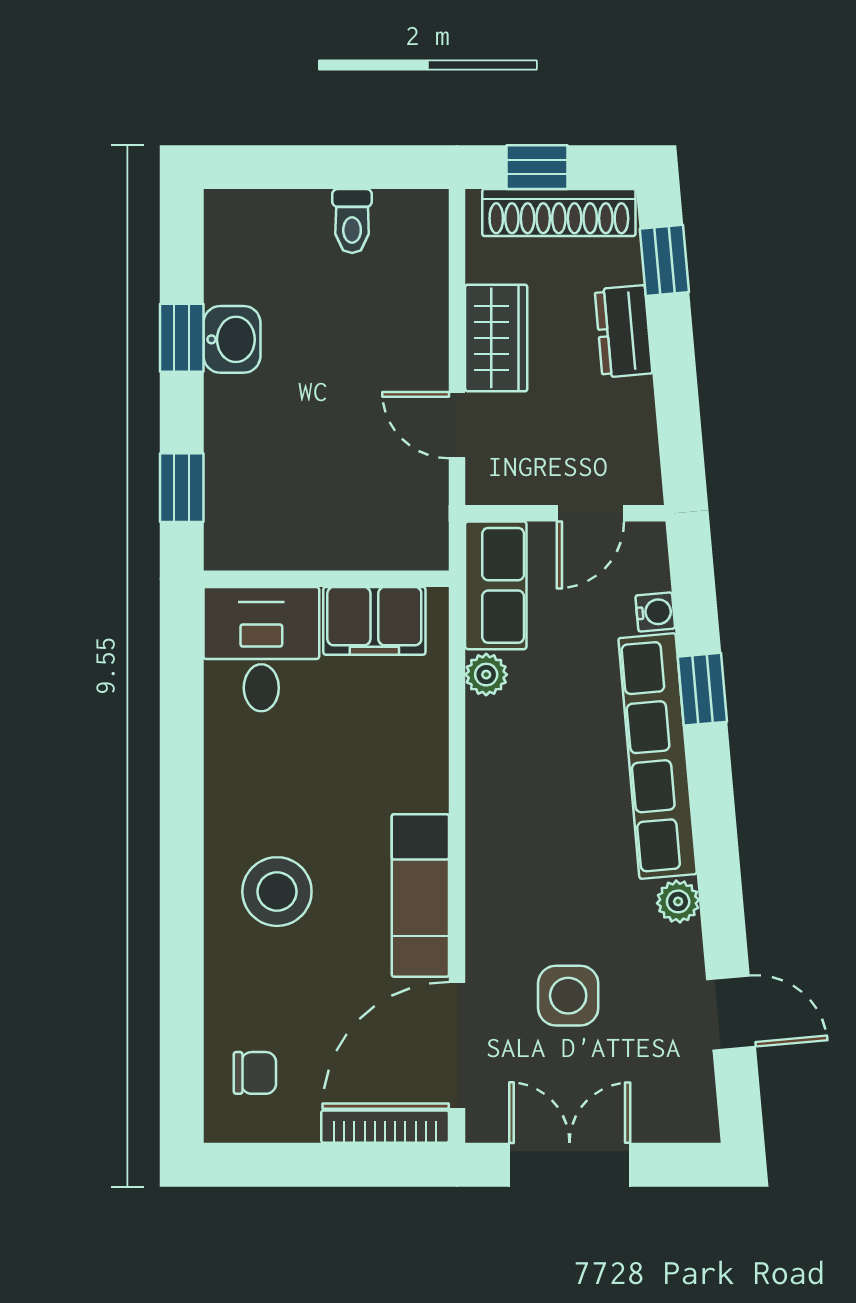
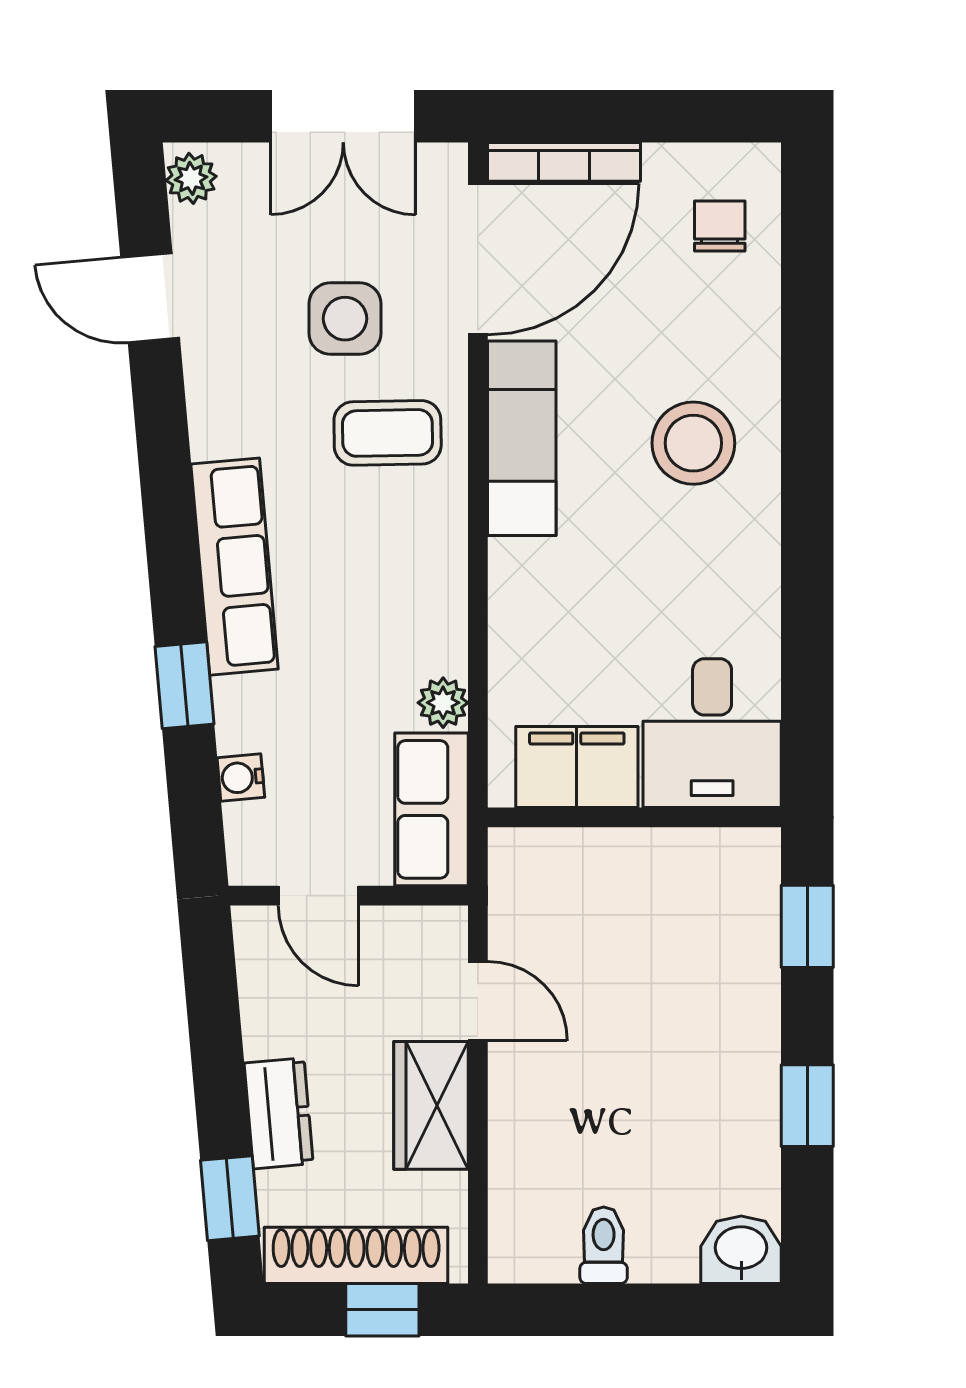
washbasin: (232, 339) -> (741, 1250), moved, turned 90
door: (590, 513) -> (318, 896), swing flipped
row of seats: (658, 756) -> (235, 567), width x0.73
coffee table: (533, 900) -> (388, 433), added
plant: (678, 901) -> (191, 178), moved
chair: (255, 1073) -> (720, 226), turned 90

